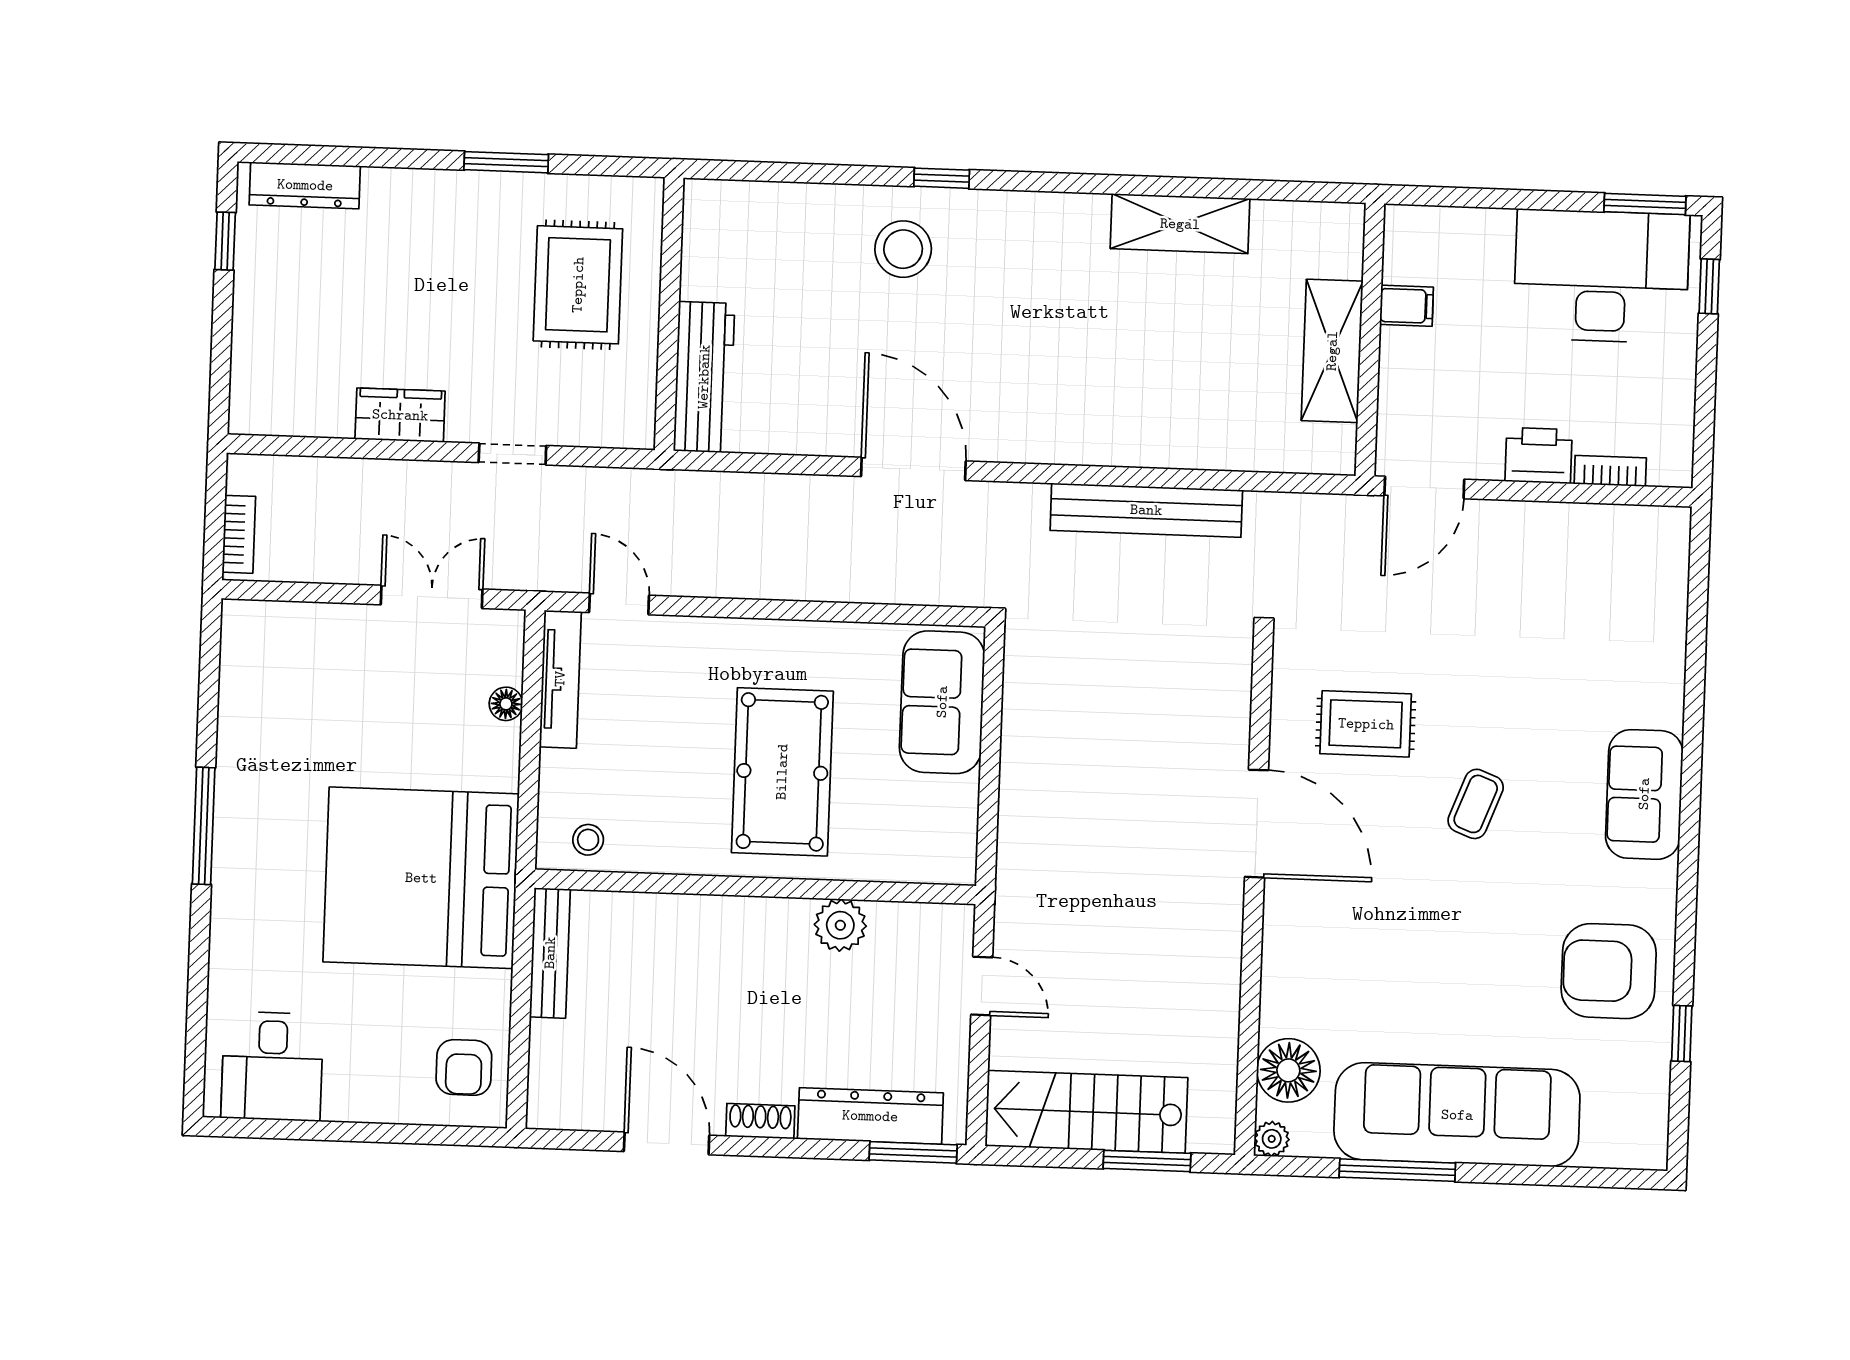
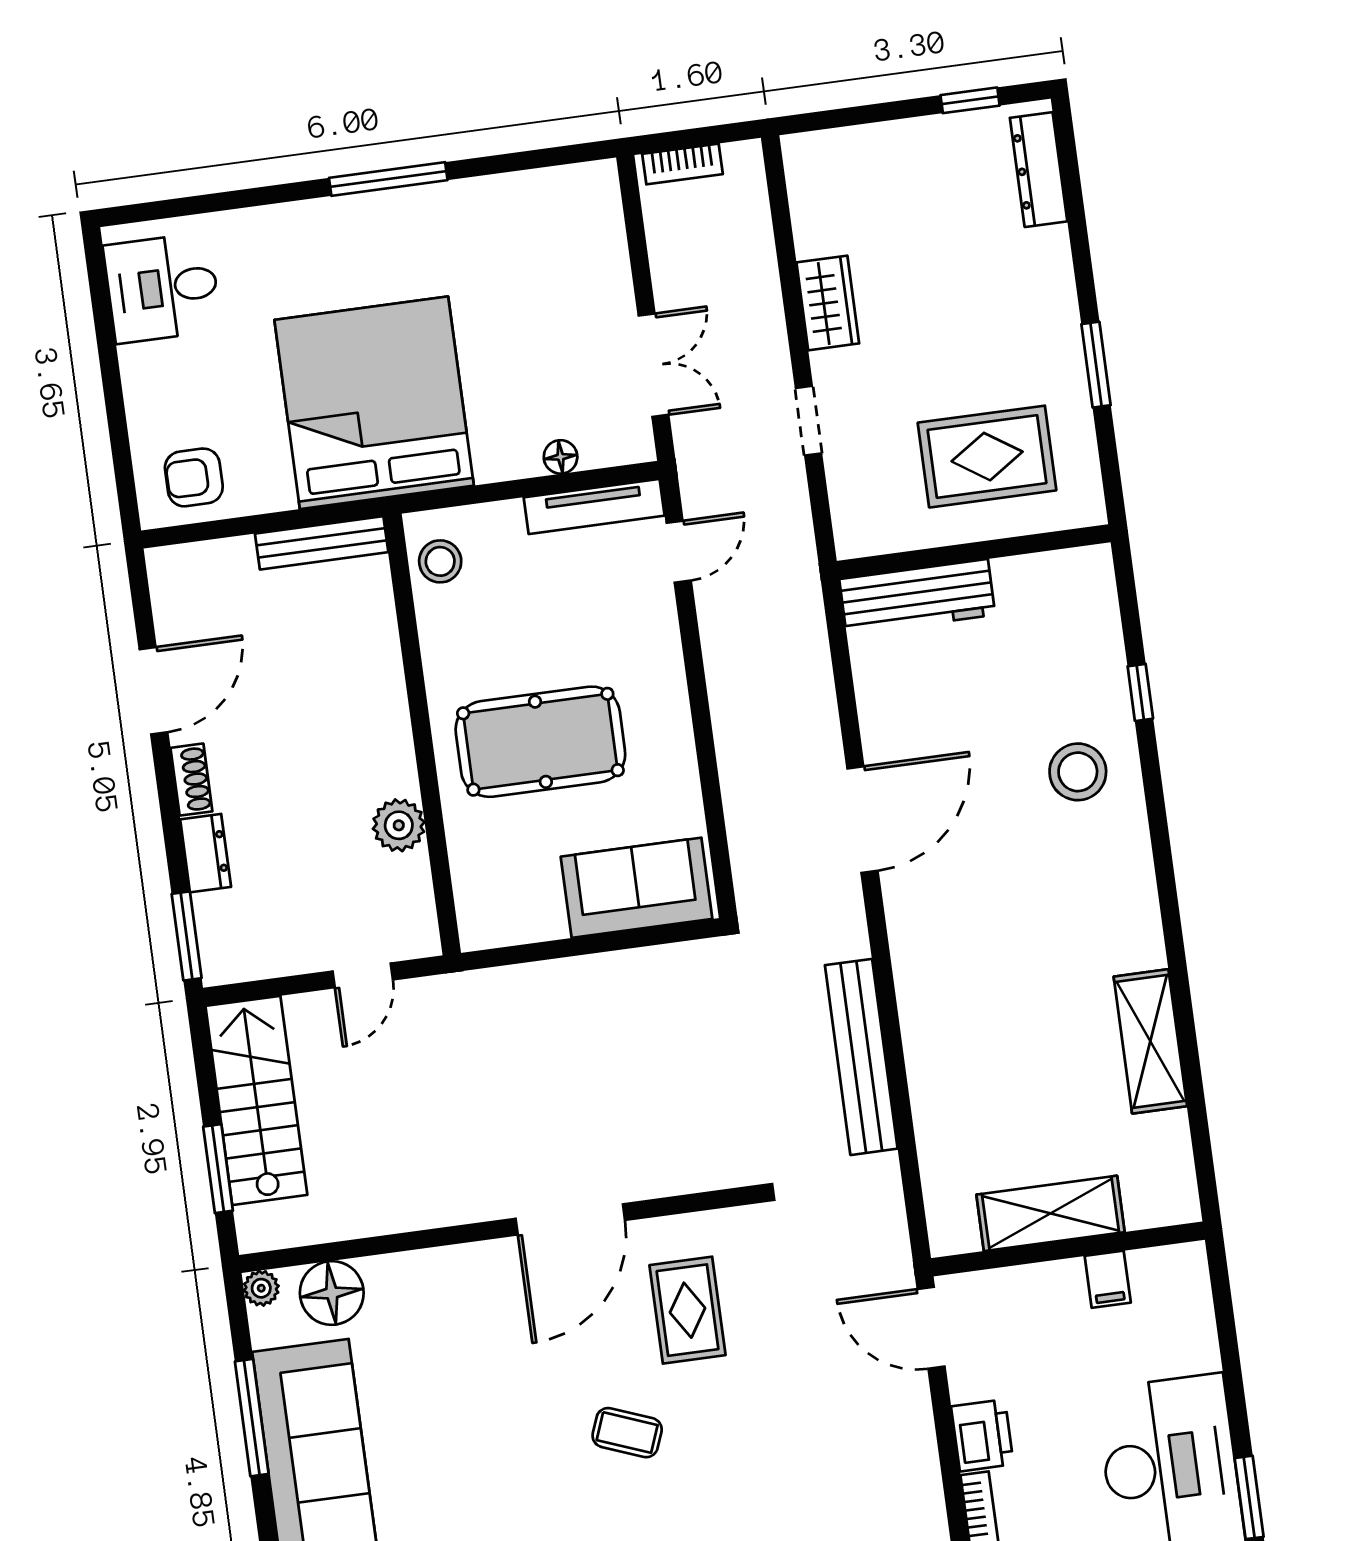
window: (942, 178) -> (1140, 692), moved
stool: (588, 840) -> (440, 561), width x1.37, depth x1.37
dresser: (870, 1116) -> (206, 853), width x0.51, depth x0.80

